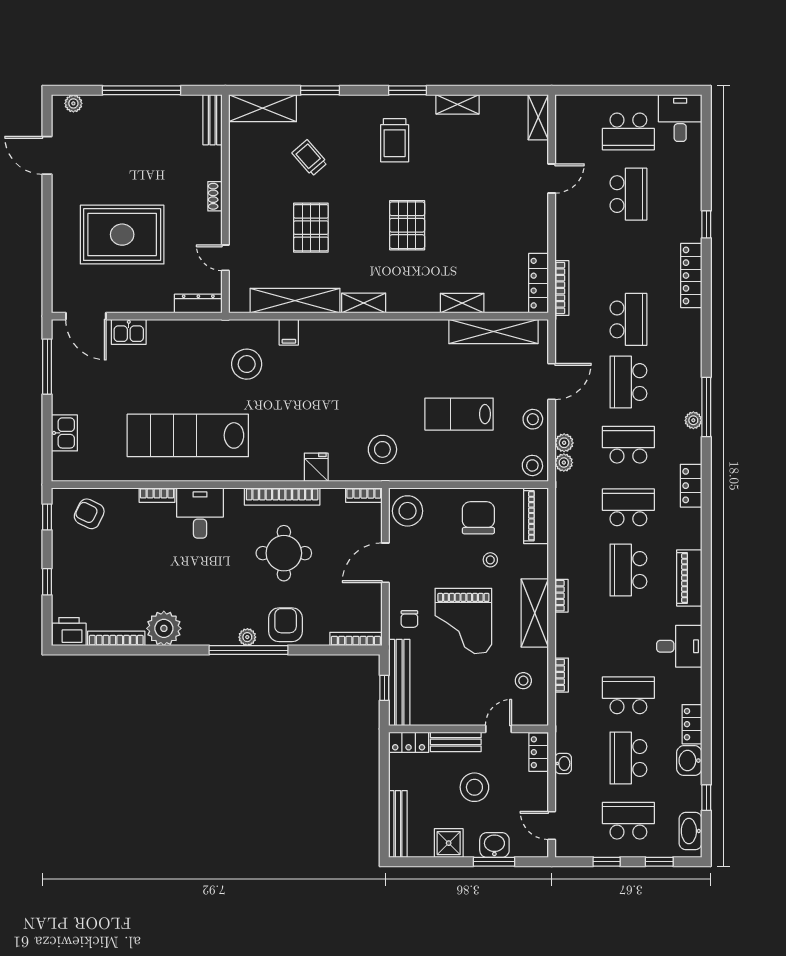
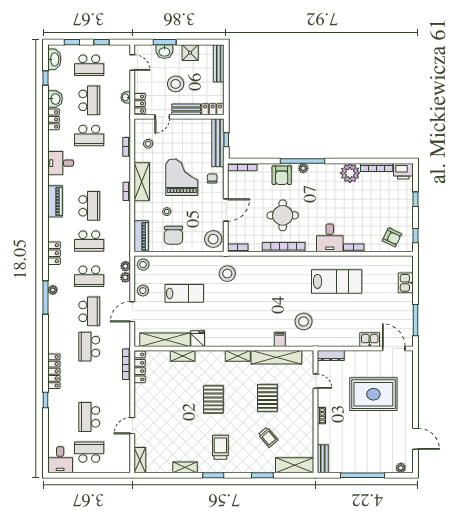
lab bench: (188, 435) -> (337, 281), width x0.73
fridge: (316, 467) -> (198, 339), moved, turned 180

